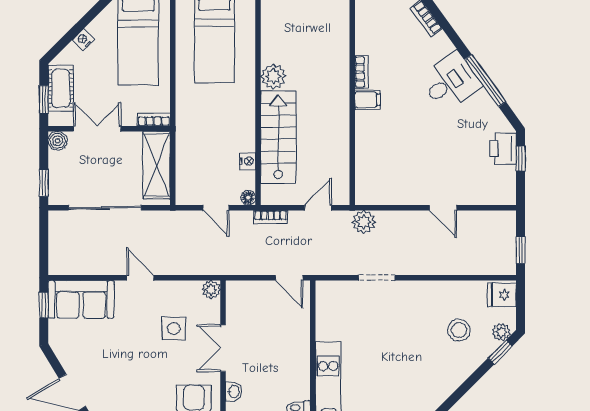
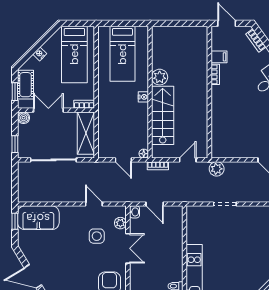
filing cabinet: (368, 100) -> (219, 57), moved
nightstand: (248, 161) -> (143, 97), moved
door: (140, 278) -> (94, 204), moved
door: (289, 278) -> (155, 204), moved
plant: (211, 290) -> (120, 223), moved
double door: (223, 348) -> (128, 248), swing flipped
washbasin: (234, 392) -> (135, 212), moved

